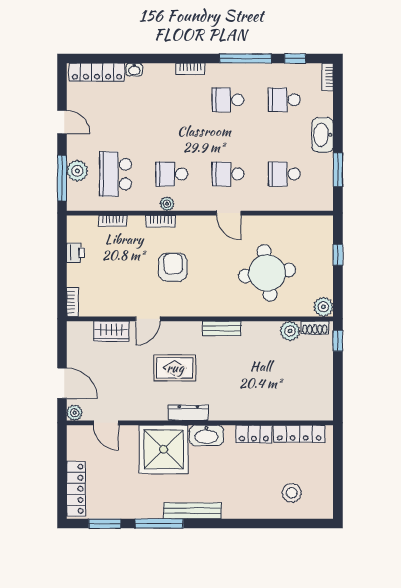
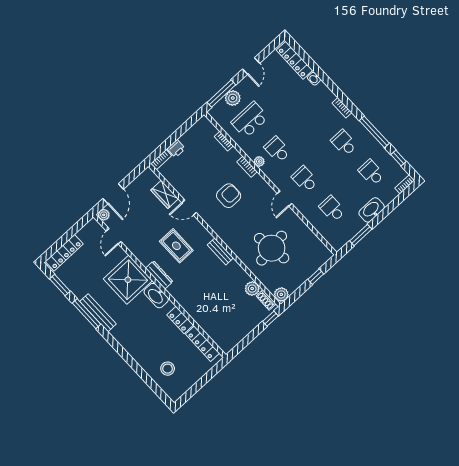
printer: (75, 253) -> (176, 149), moved
bench: (192, 511) -> (98, 313), moved

